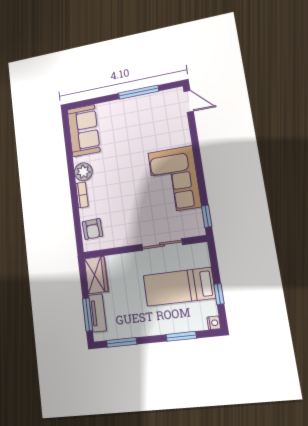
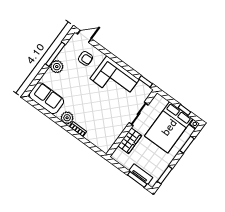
plant: (127, 107) -> (57, 67), added
armchair: (93, 229) -> (86, 58), moved
wardrobe: (96, 275) -> (130, 141), moved, turned 90
bed: (179, 287) -> (169, 127), width x1.50

